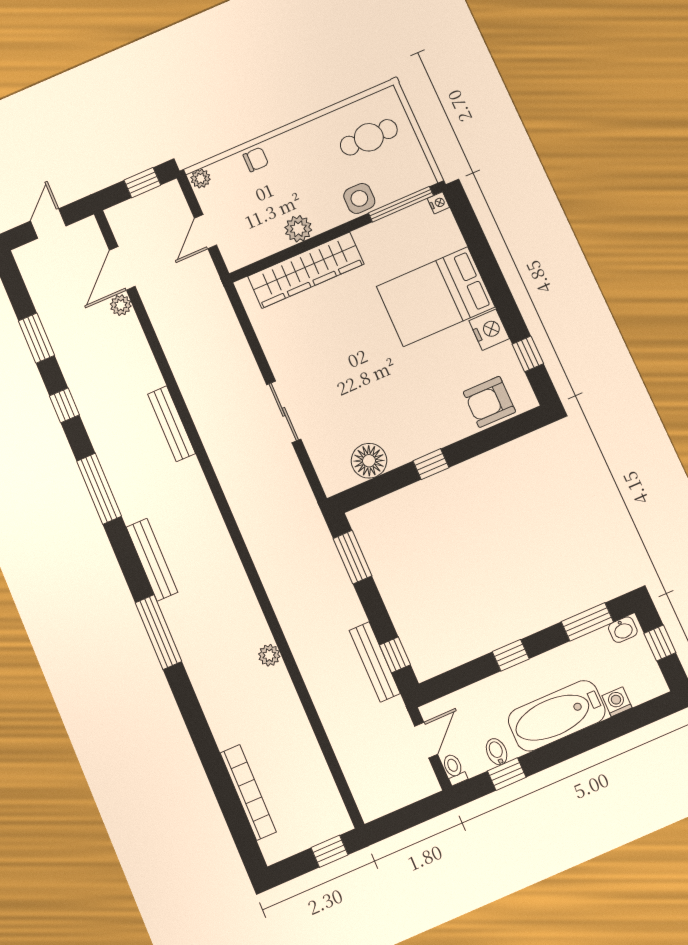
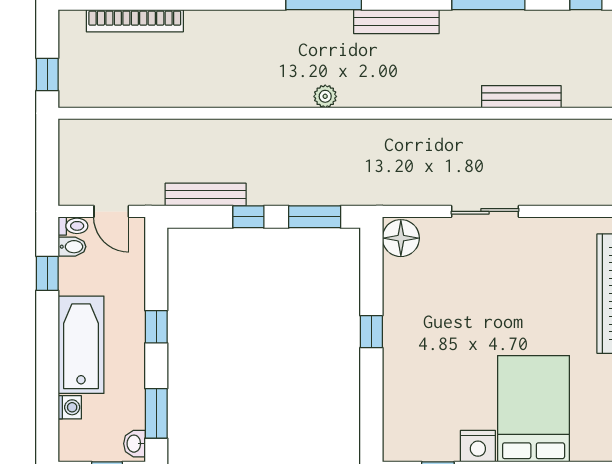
armchair: (489, 402) -> (407, 415), removed
floor lamp: (369, 461) -> (401, 238), moved
plant: (269, 655) -> (325, 96), moved
window: (395, 655) -> (248, 217), moved
bidet: (497, 752) -> (72, 247), moved

